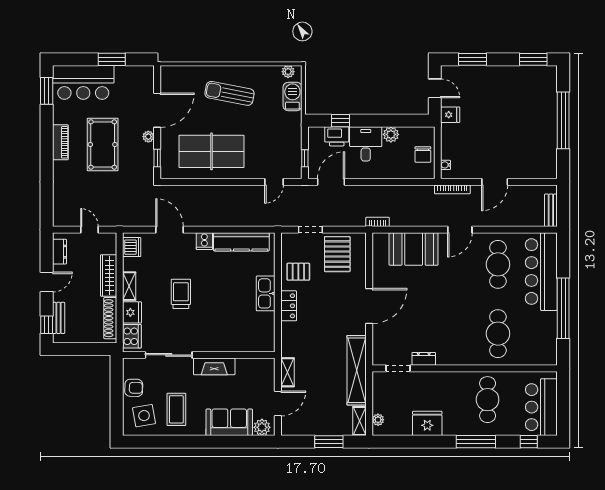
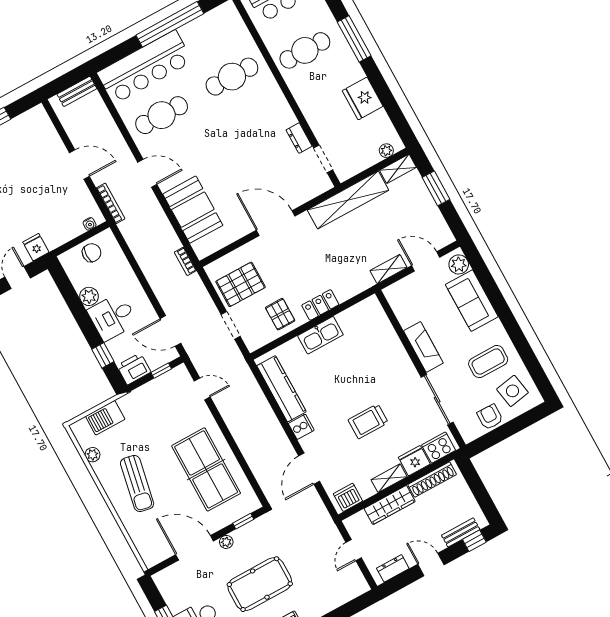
plant: (288, 72) -> (92, 455), moved
printer: (337, 136) -> (134, 369), moved, turned -90

